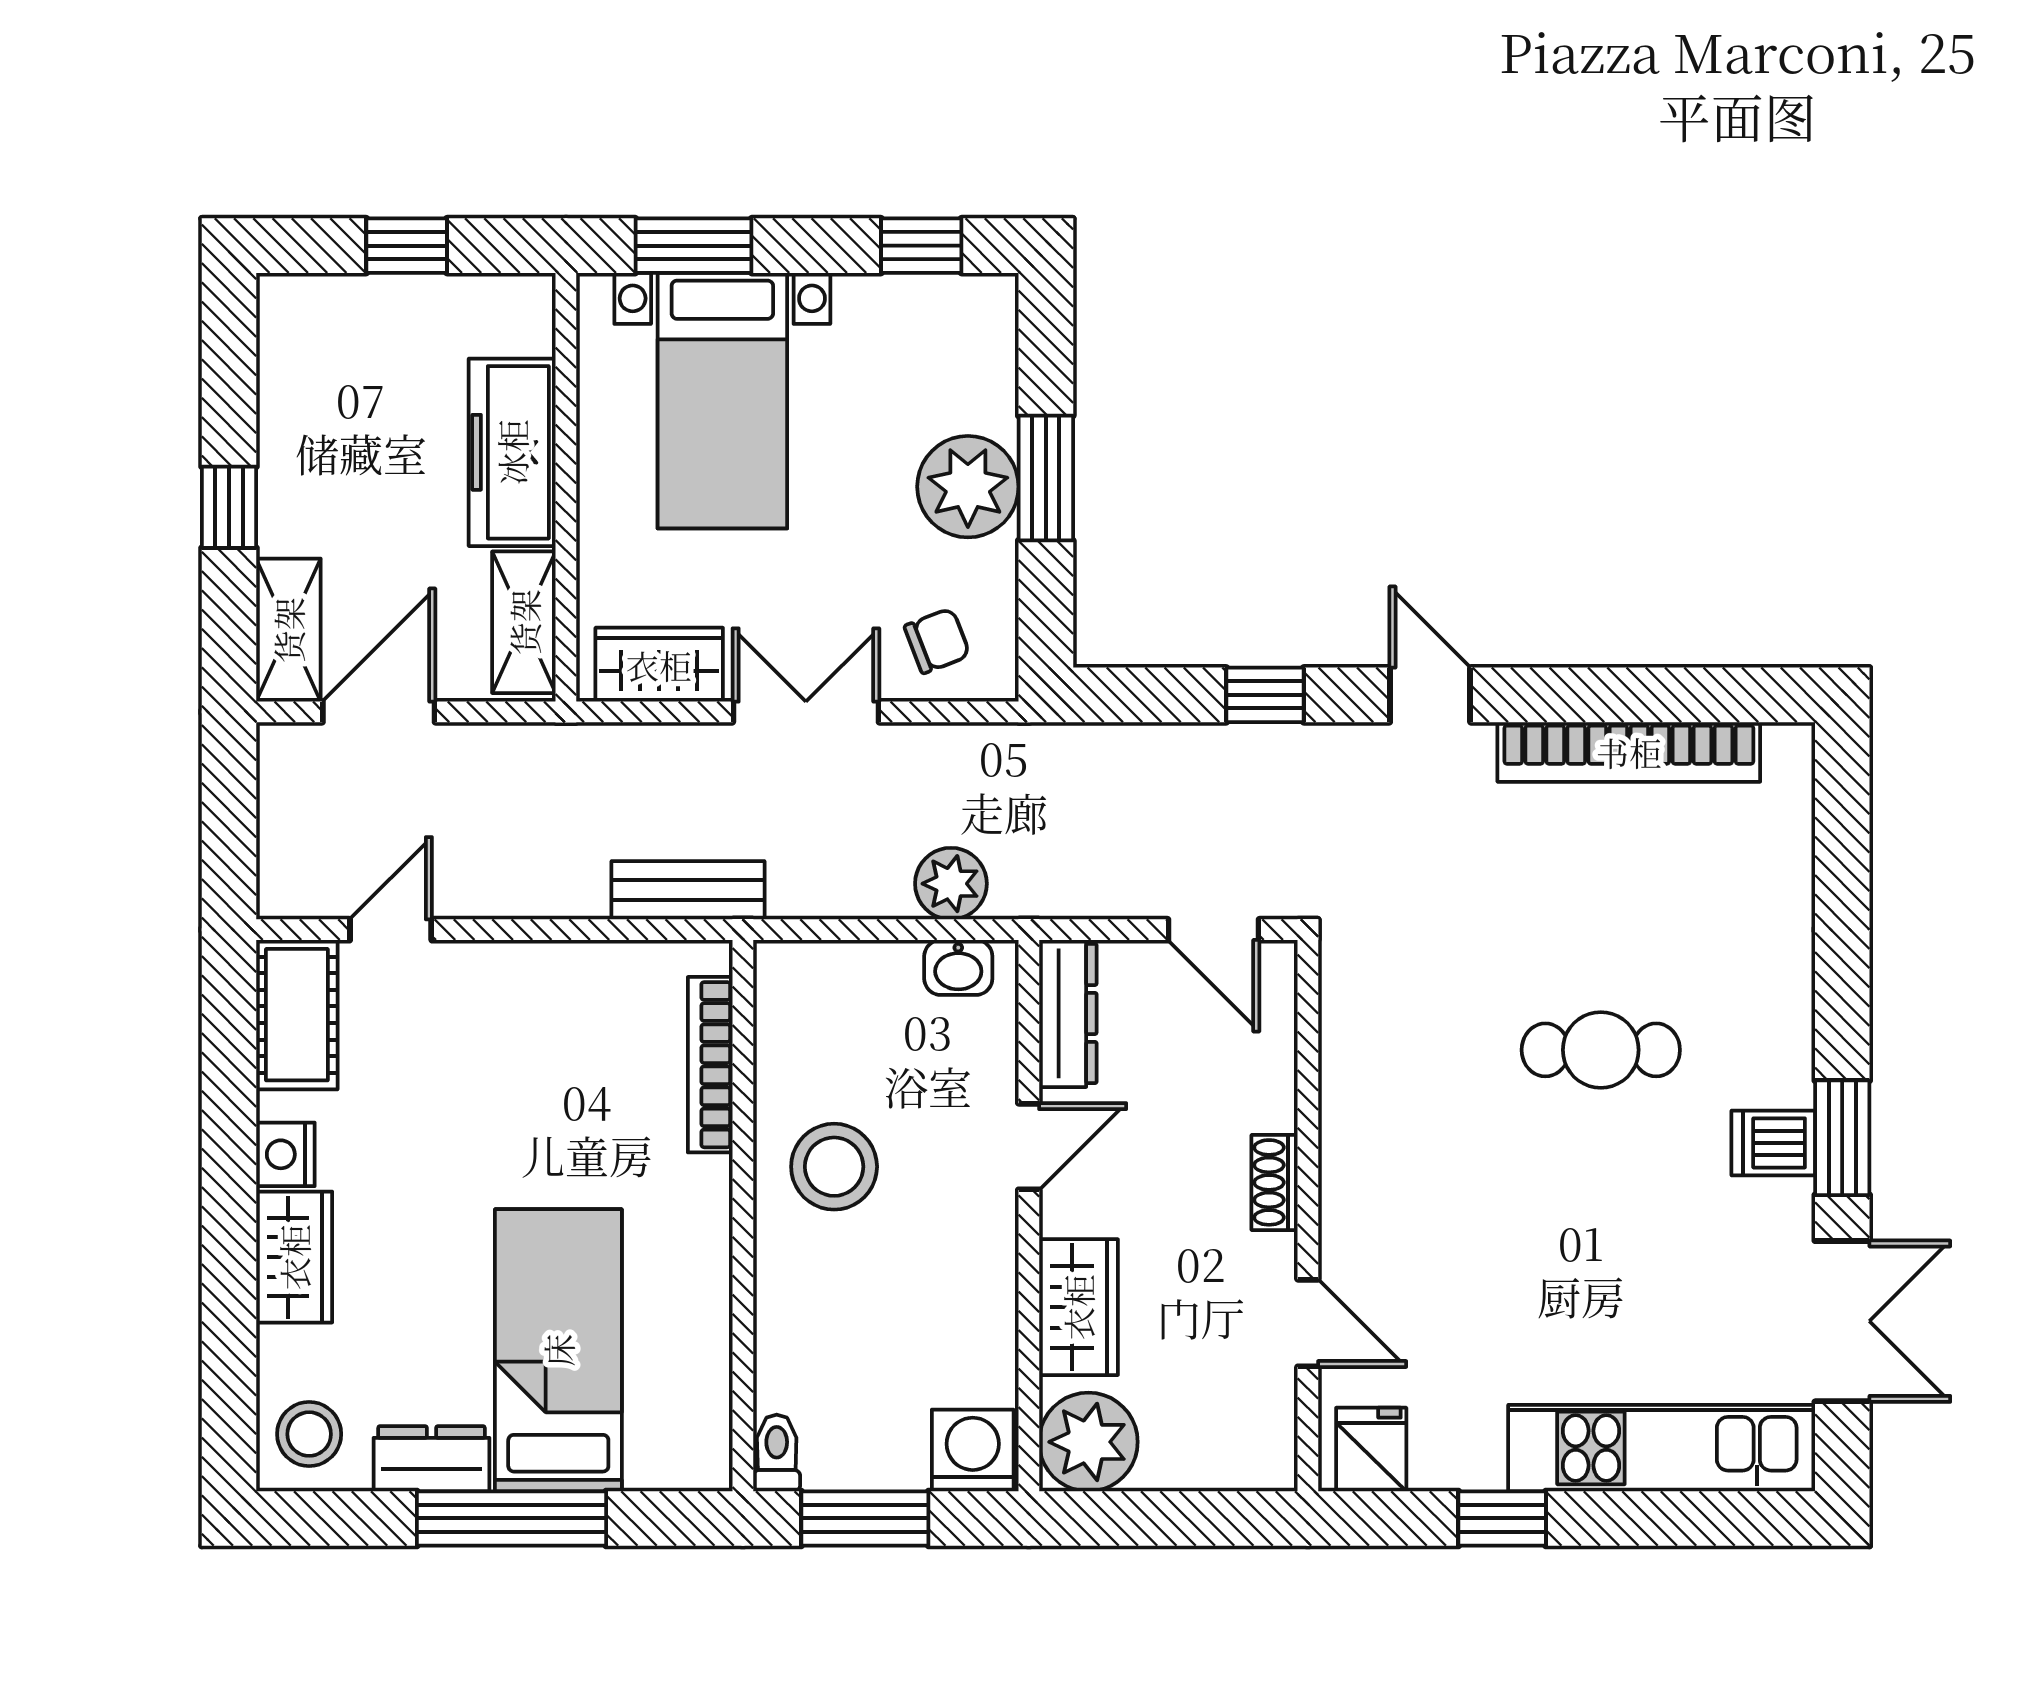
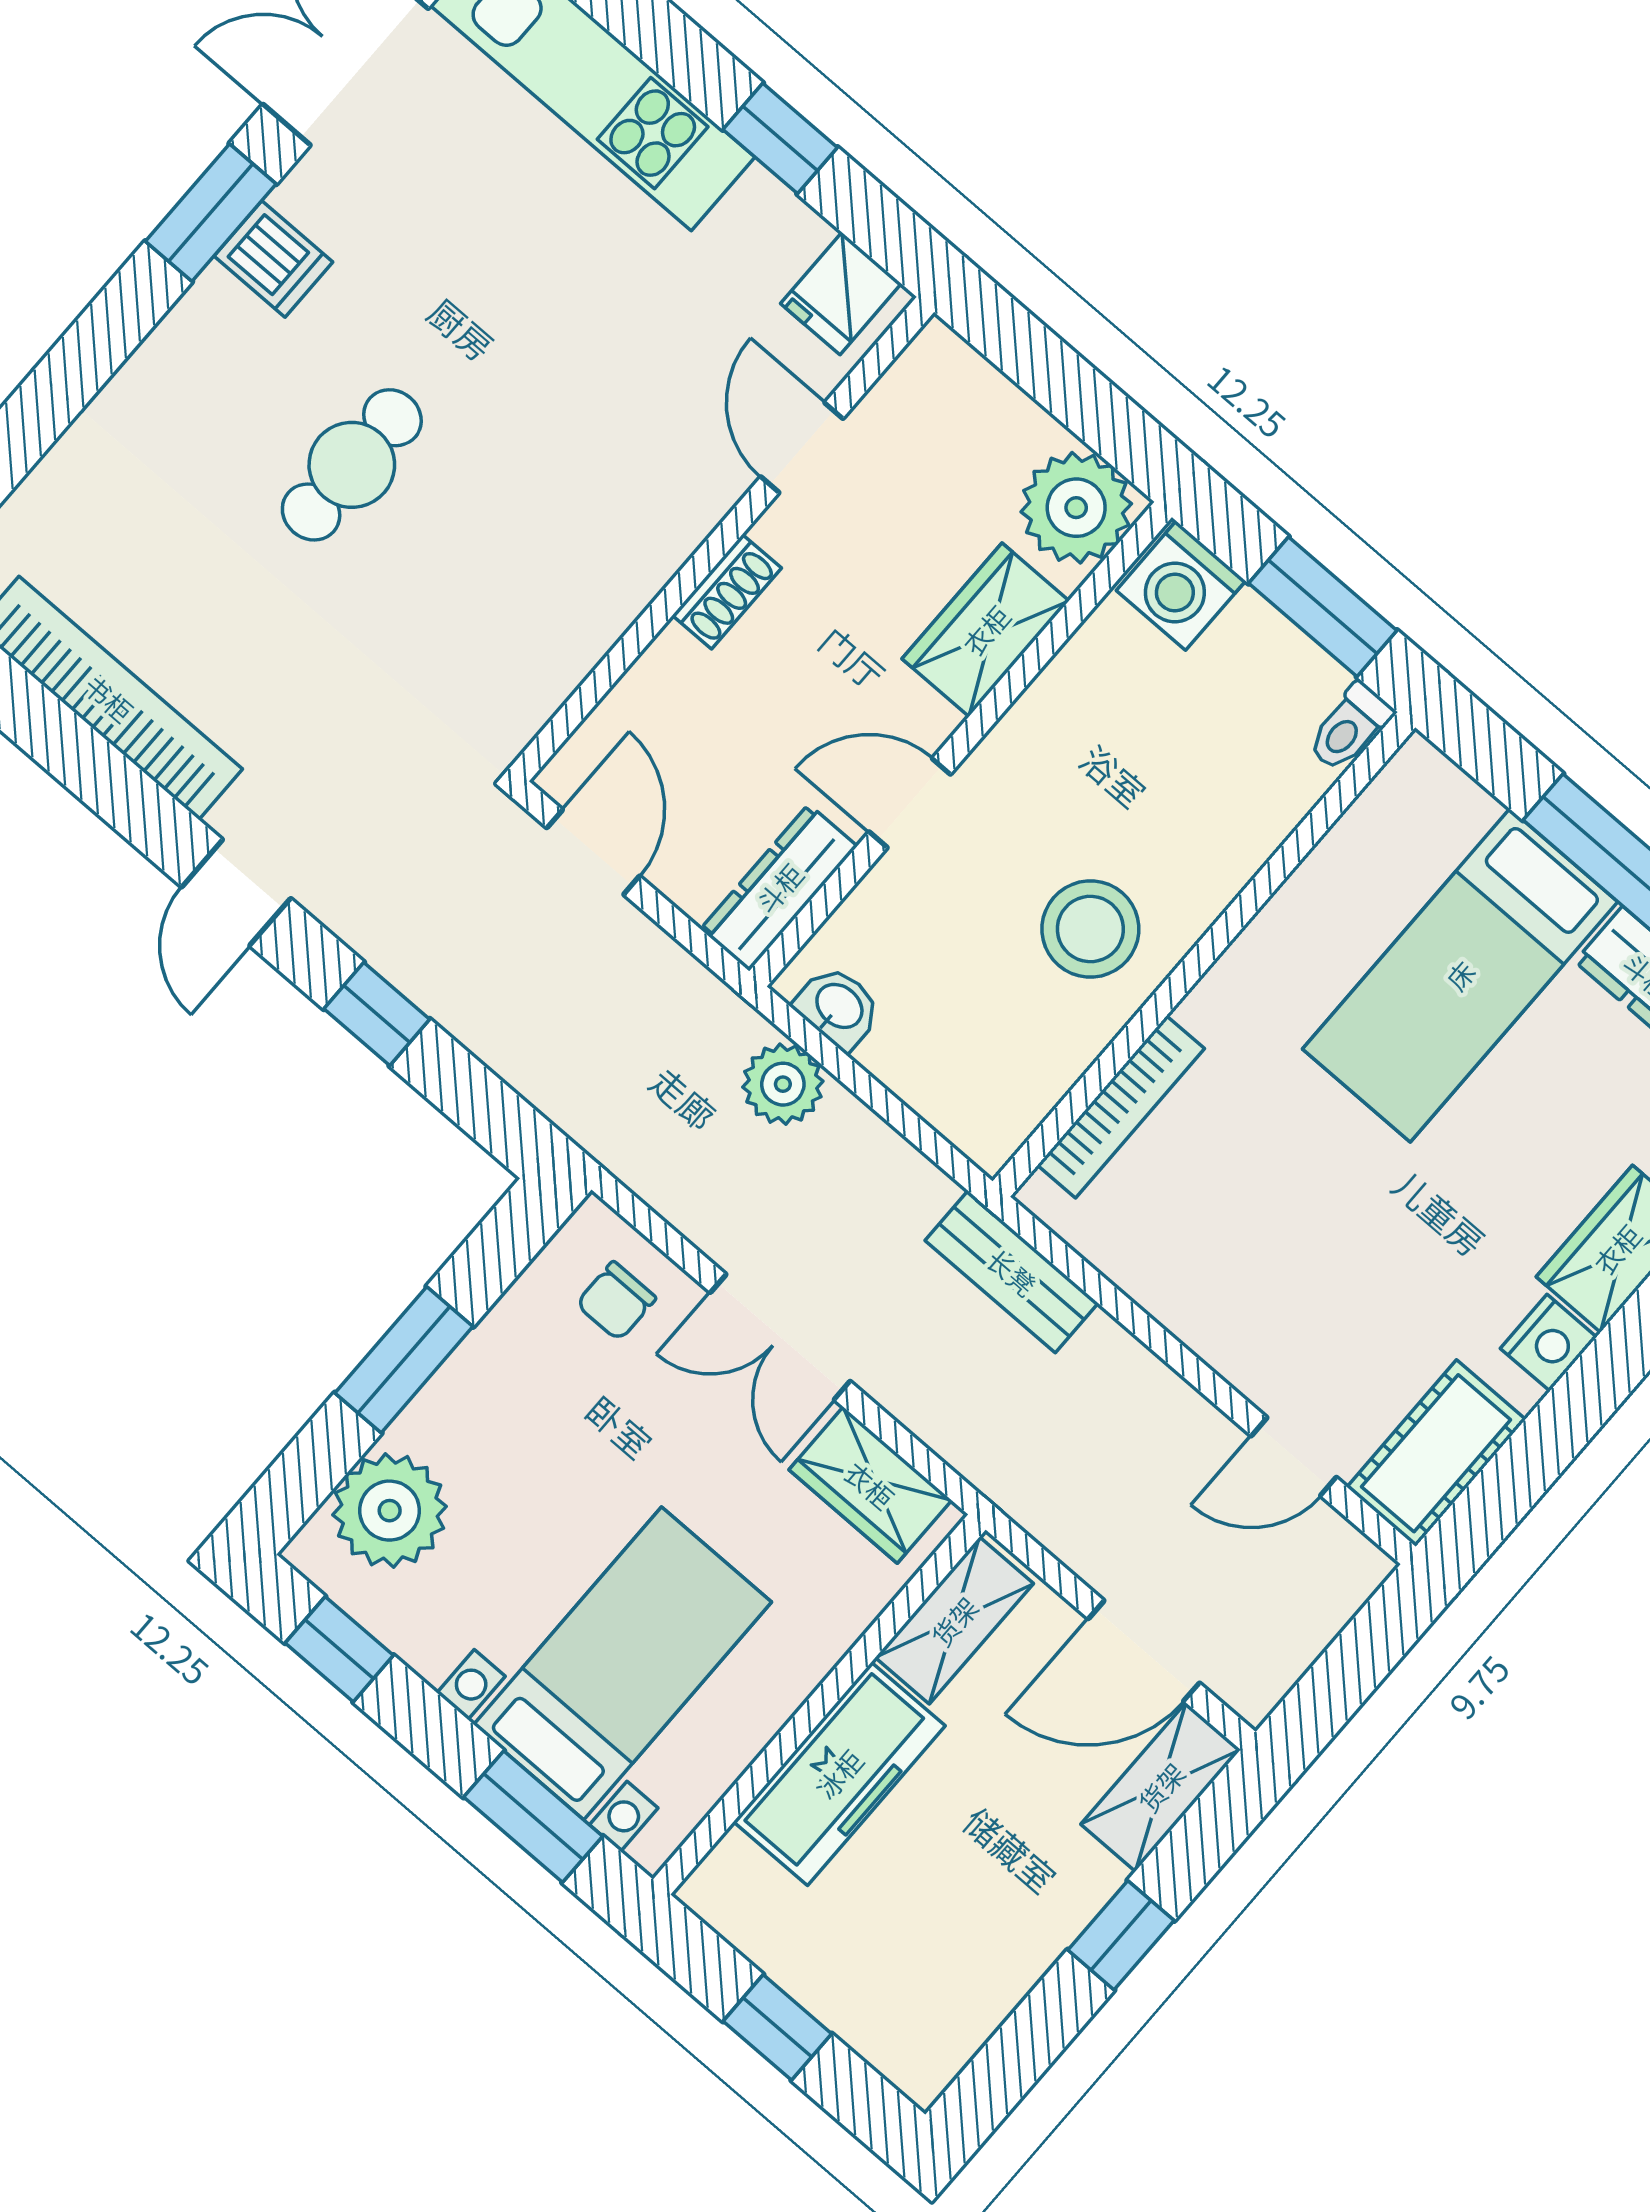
plant: (968, 487) -> (390, 1511), moved
chair: (937, 641) -> (616, 1301), turned -69
cafe table: (1601, 1050) -> (352, 465), turned 90

